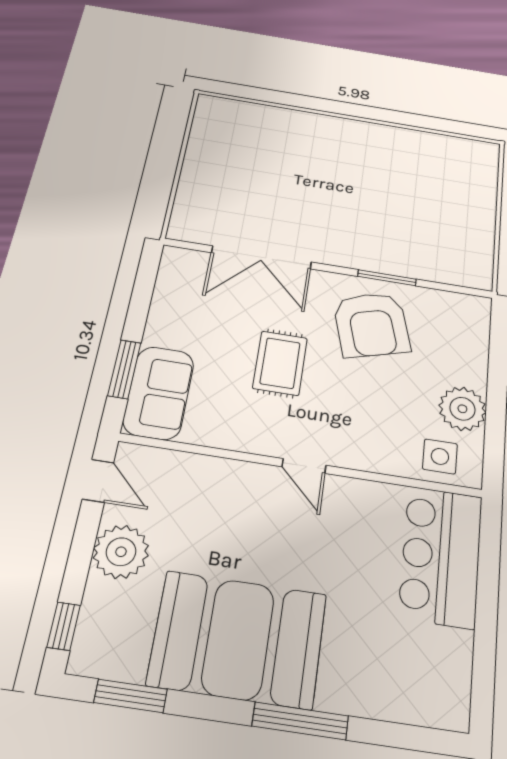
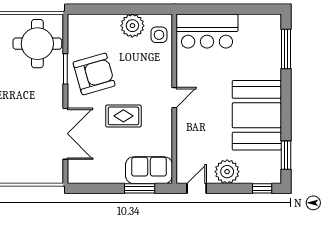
round table: (439, 241) -> (37, 44), added
window: (300, 721) -> (286, 49), moved

